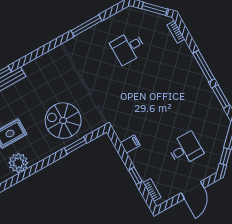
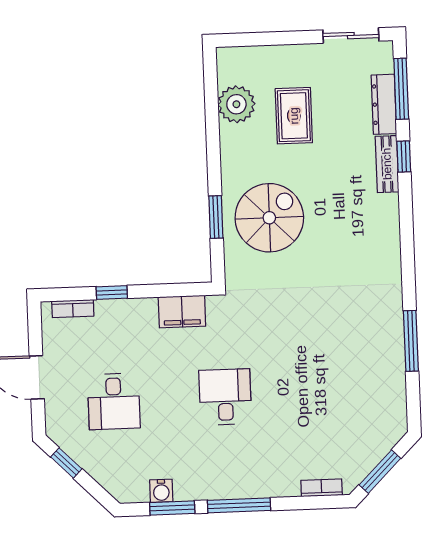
desk: (128, 48) -> (225, 397), moved
water cooler: (215, 106) -> (161, 491), added
filing cabinet: (130, 144) -> (182, 312), width x2.00

